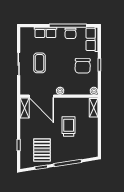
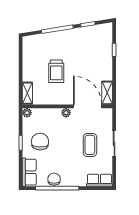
row of seats: (45, 32) -> (99, 180), moved
pallet: (42, 150) -> (87, 44), removed

